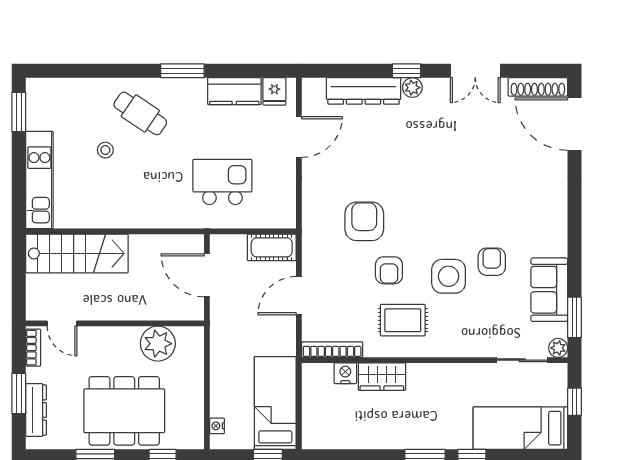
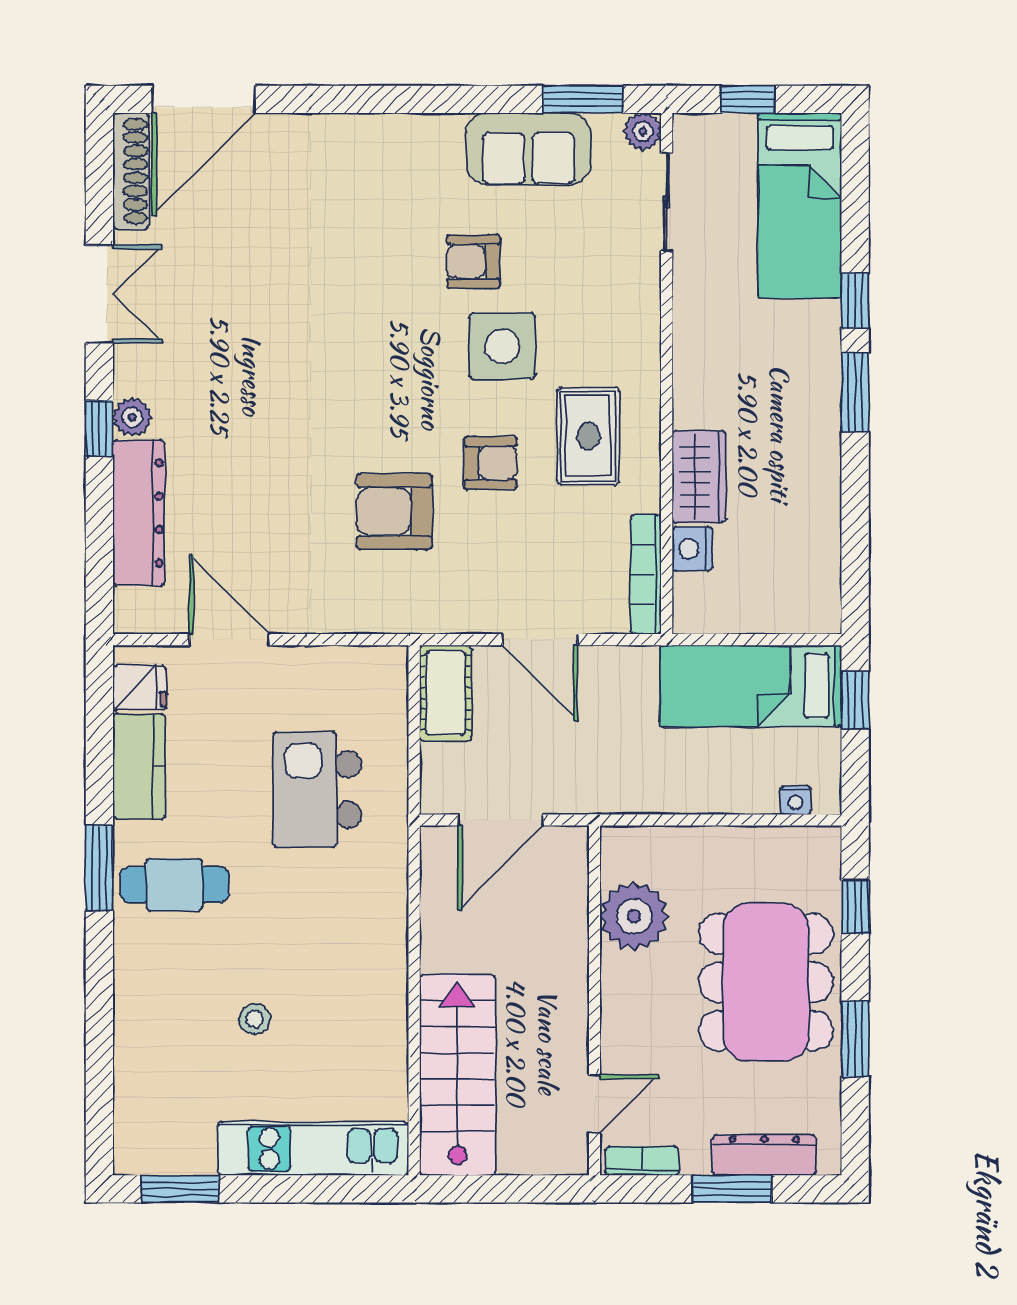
cafe table: (140, 113) -> (174, 885), moved, turned 56

